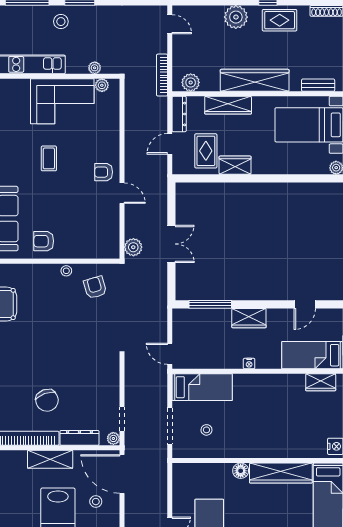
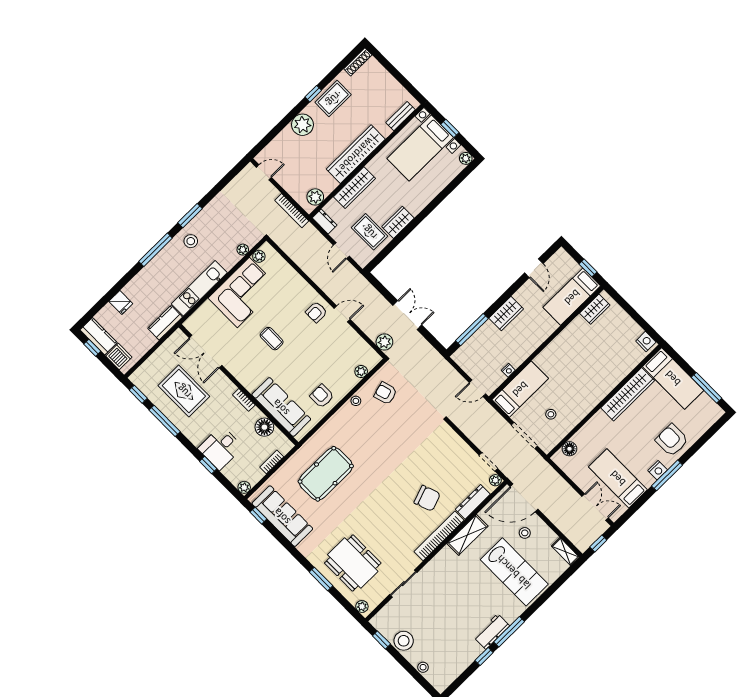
dresser: (179, 114) -> (325, 221), width x0.70
armchair: (44, 241) -> (322, 396), turned 90
plant: (93, 252) -> (361, 372), added
nightstand: (249, 364) -> (508, 370), moved
floor lamp: (241, 471) -> (569, 449), moved

